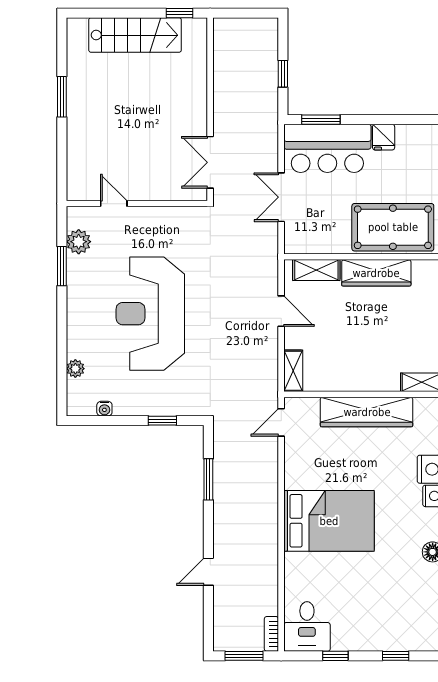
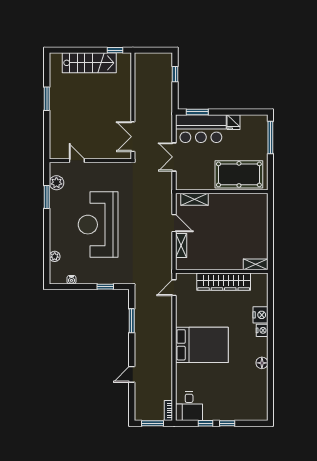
window: (283, 74) -> (175, 74), moved
wardrobe: (376, 273) -> (229, 201), removed
shelving: (293, 371) -> (181, 246), moved
window: (396, 656) -> (227, 423), moved

